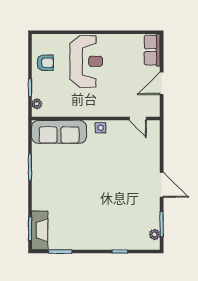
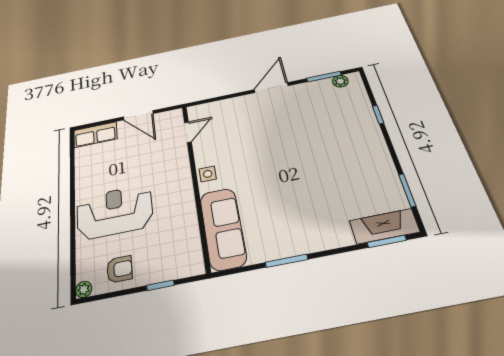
armchair: (45, 63) -> (120, 269), turned 90
plant: (37, 104) -> (84, 289), moved

